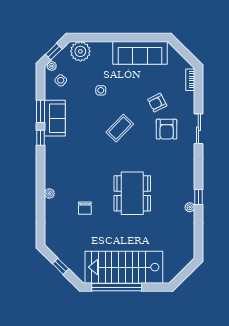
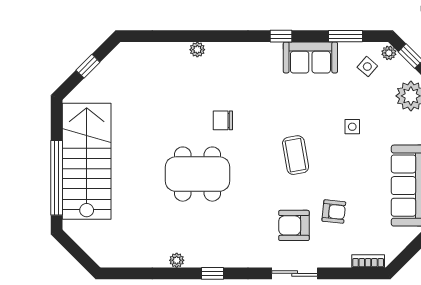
armchair: (157, 103) -> (334, 212), turned 123
window: (40, 111) -> (346, 36), moved
coffee table: (120, 128) -> (296, 155), turned 36
window: (198, 197) -> (212, 273), moved
chair: (85, 208) -> (223, 120), moved
window: (117, 287) -> (57, 178), moved

